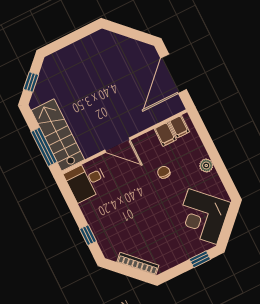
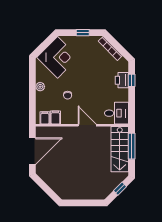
printer: (101, 229) -> (122, 80), added
window: (200, 259) -> (83, 33), moved

